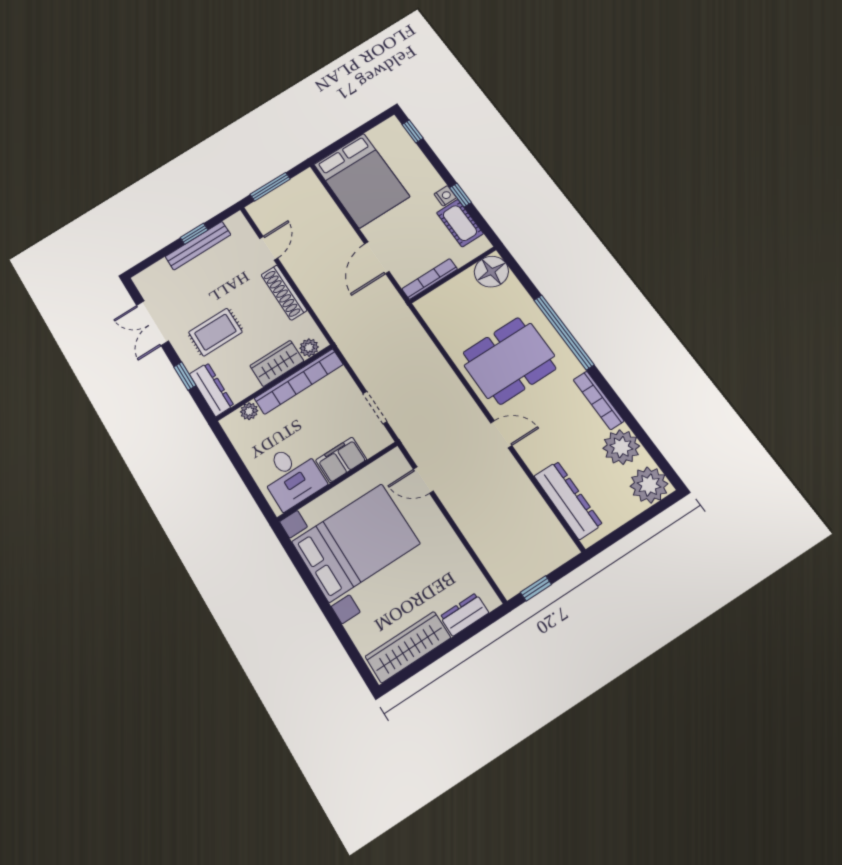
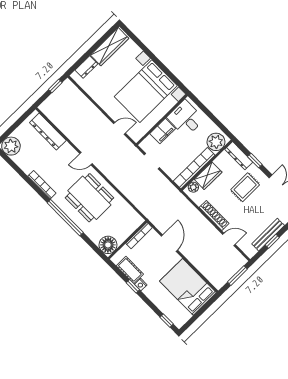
door: (269, 248) -> (229, 239), swing flipped
dining table: (509, 361) -> (89, 198), turned 90
plant: (249, 411) -> (216, 142), width x1.87, depth x1.87
plant: (621, 447) -> (27, 163), removed

